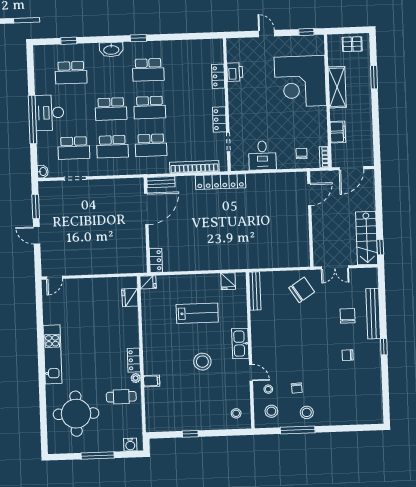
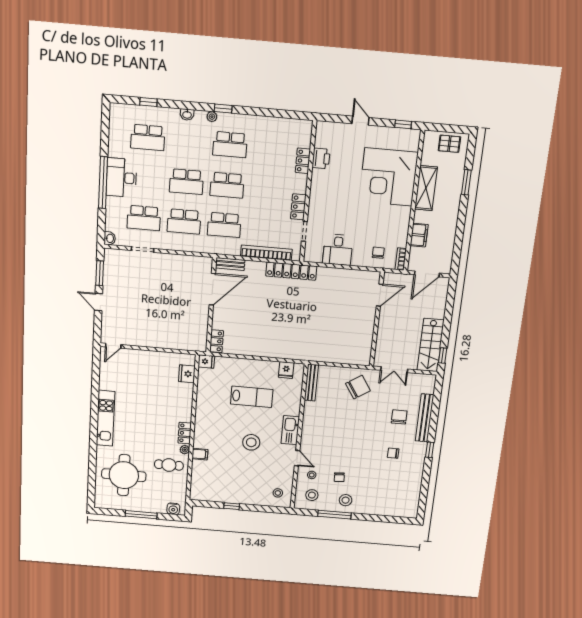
plant: (129, 47) -> (212, 117), added
washbasin: (111, 50) -> (187, 115), width x0.52, depth x0.69

